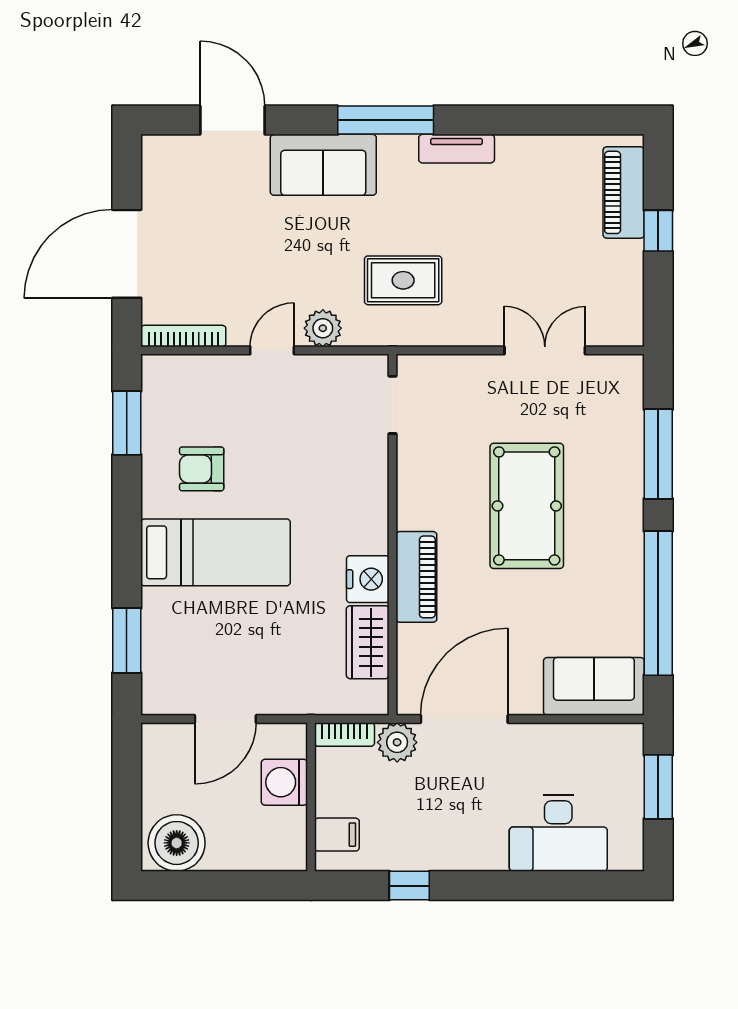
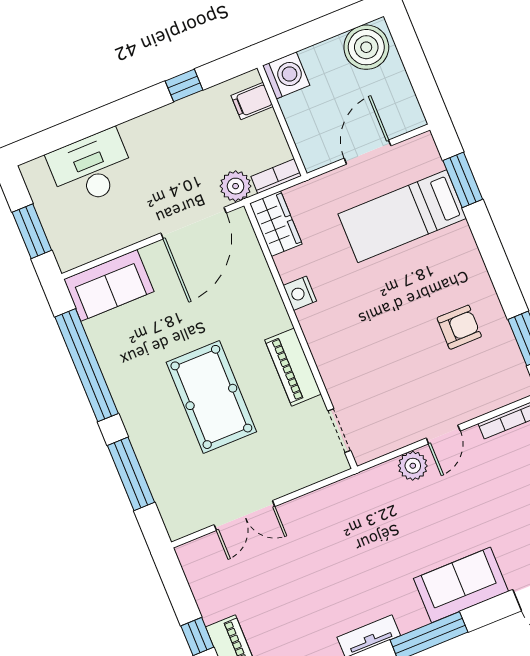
rug: (403, 280) -> (369, 525), removed
bed: (216, 552) -> (402, 216), moved
piano: (416, 577) -> (293, 367), moved
nightstand: (368, 579) -> (300, 293), width x0.74, depth x0.75
wardrobe: (368, 642) -> (276, 224), moved
washing machine: (284, 782) -> (286, 75), moved

